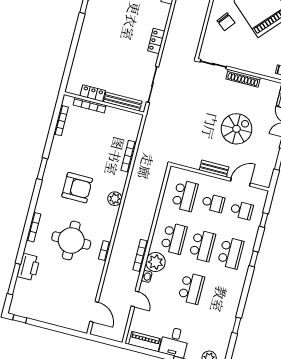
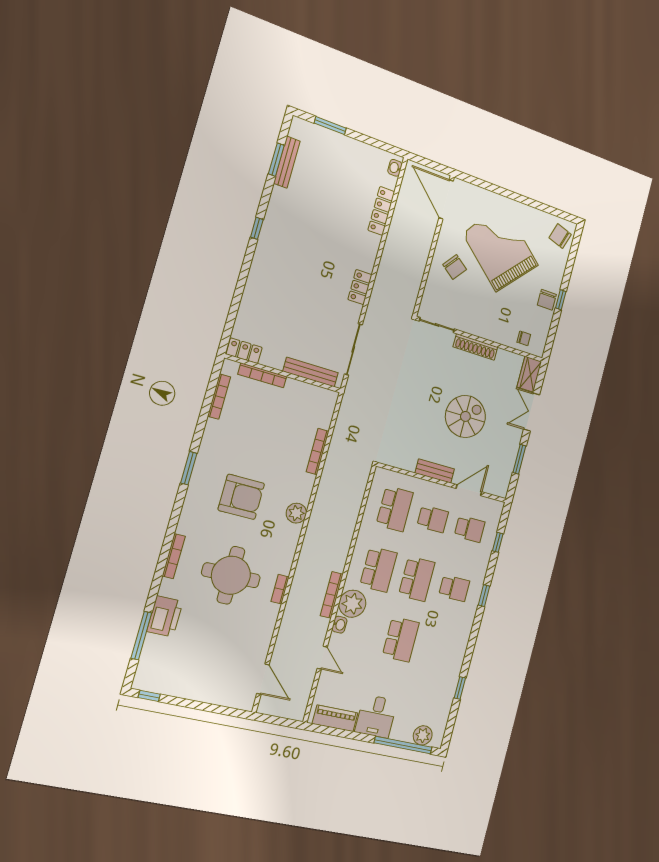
locker: (93, 93) -> (244, 351), moved
school desk: (231, 253) -> (454, 588), width x0.54

